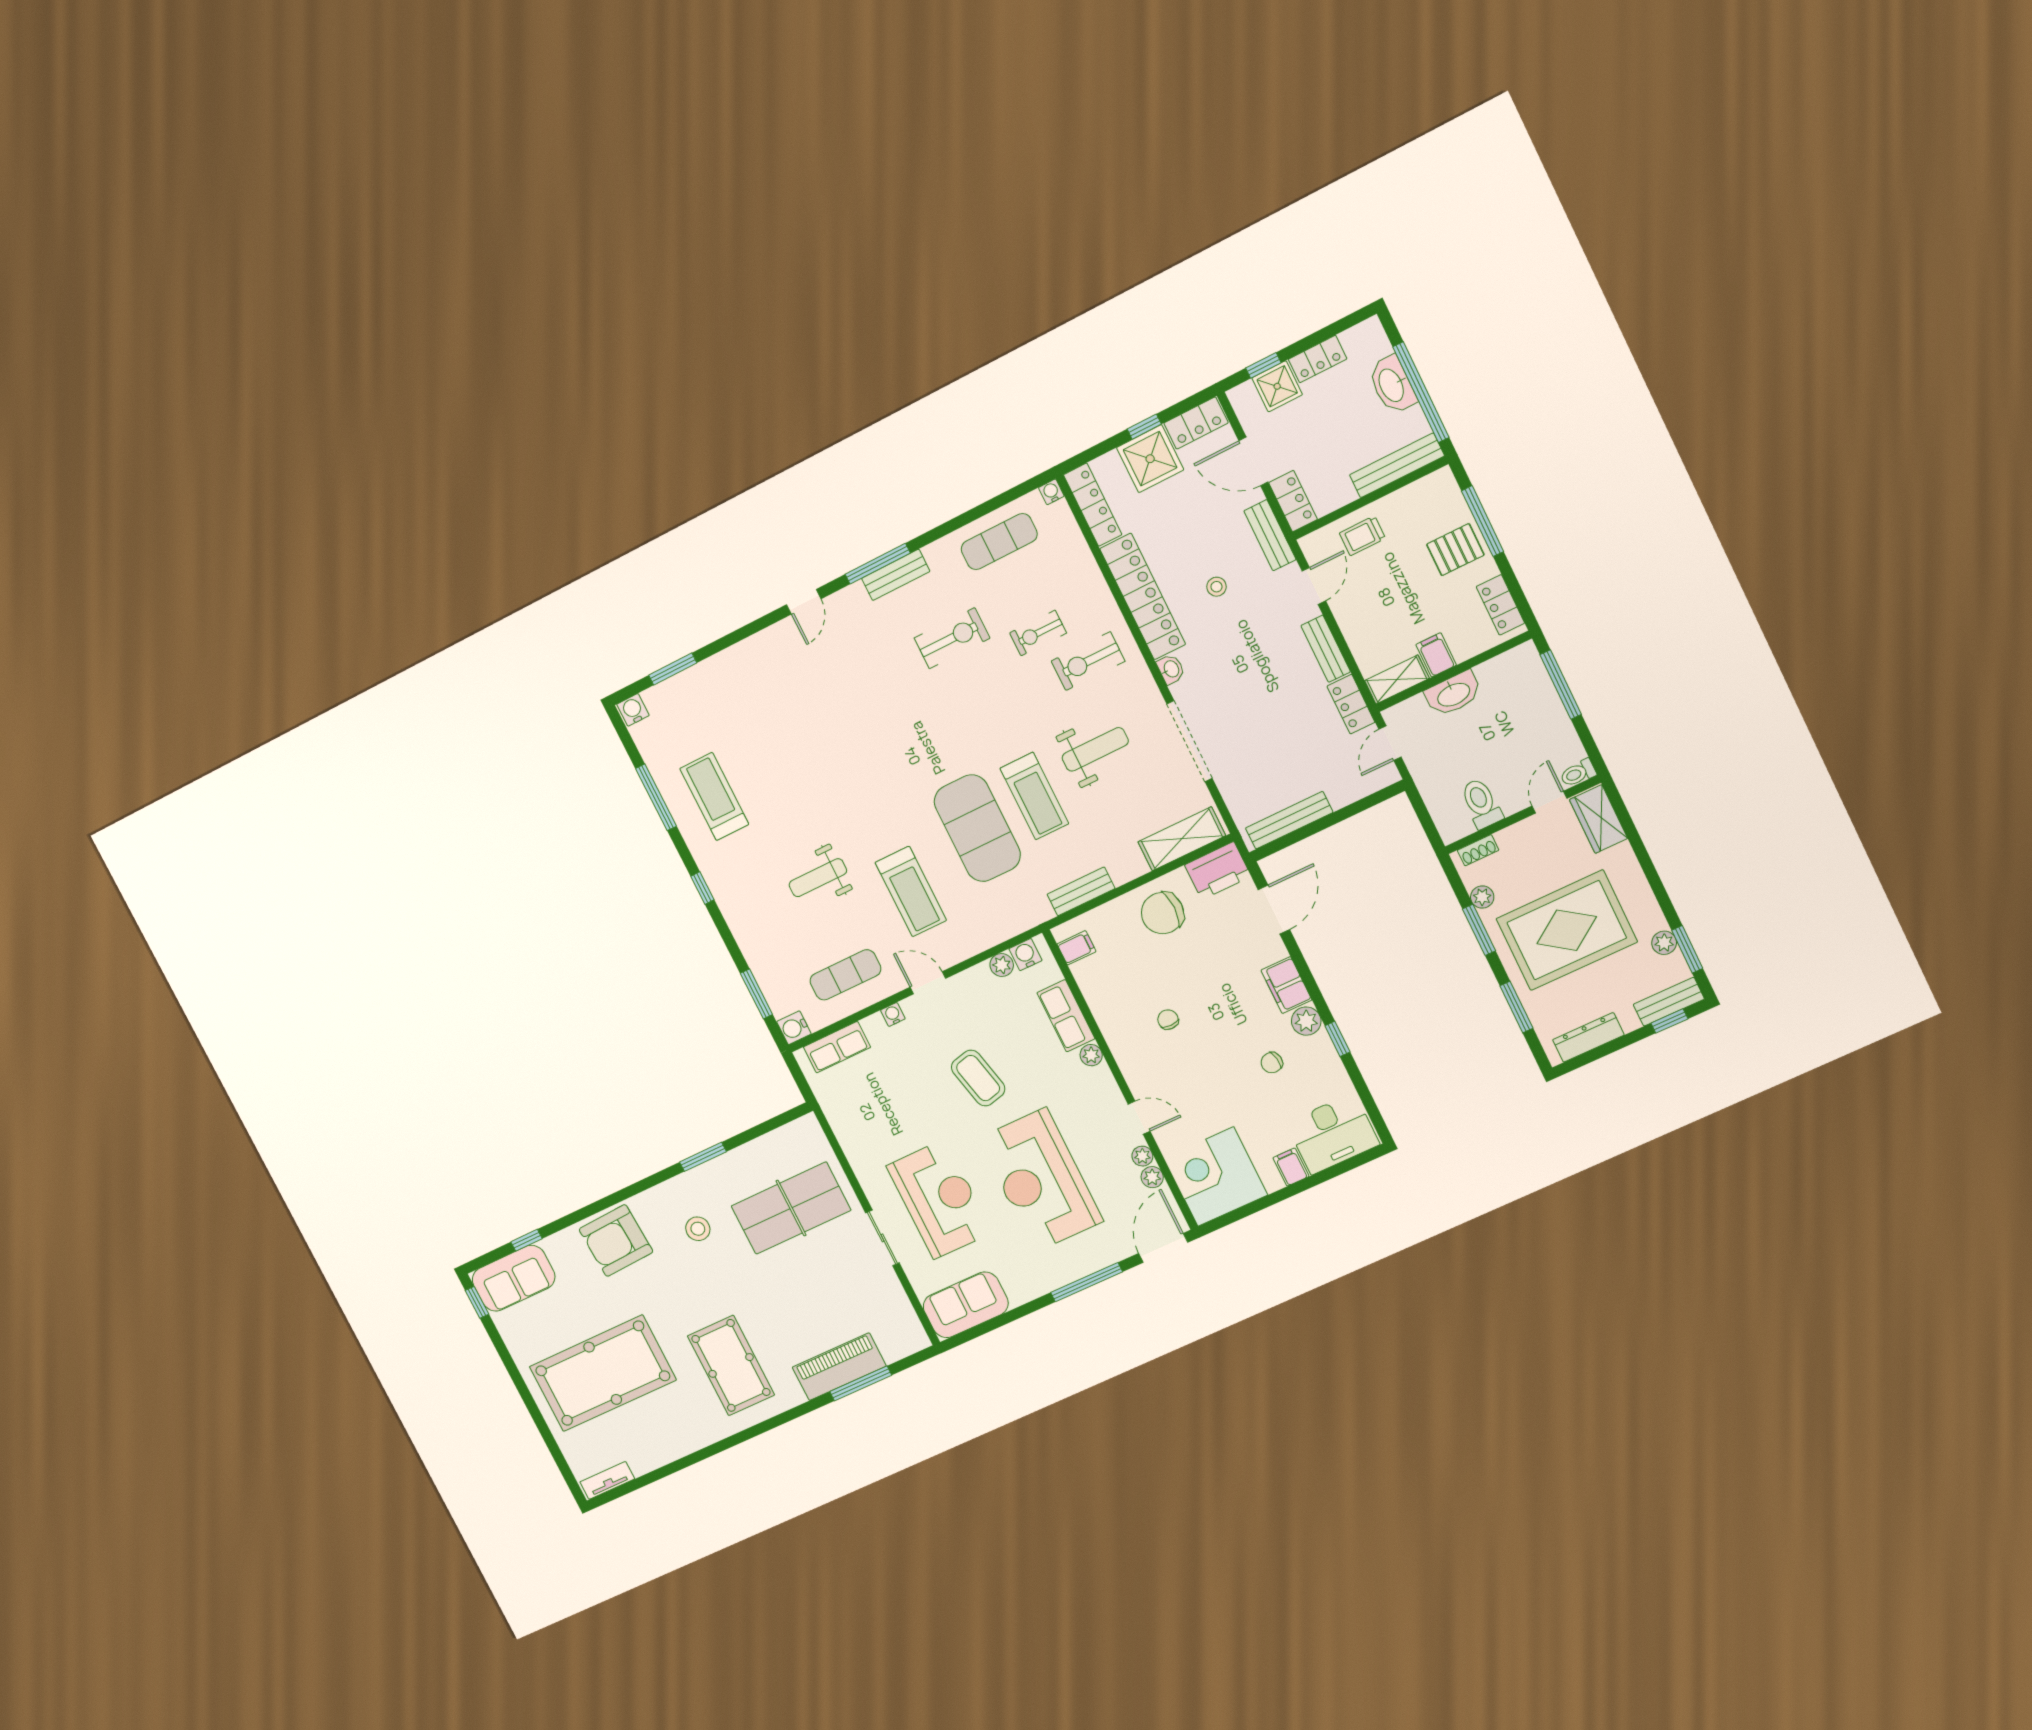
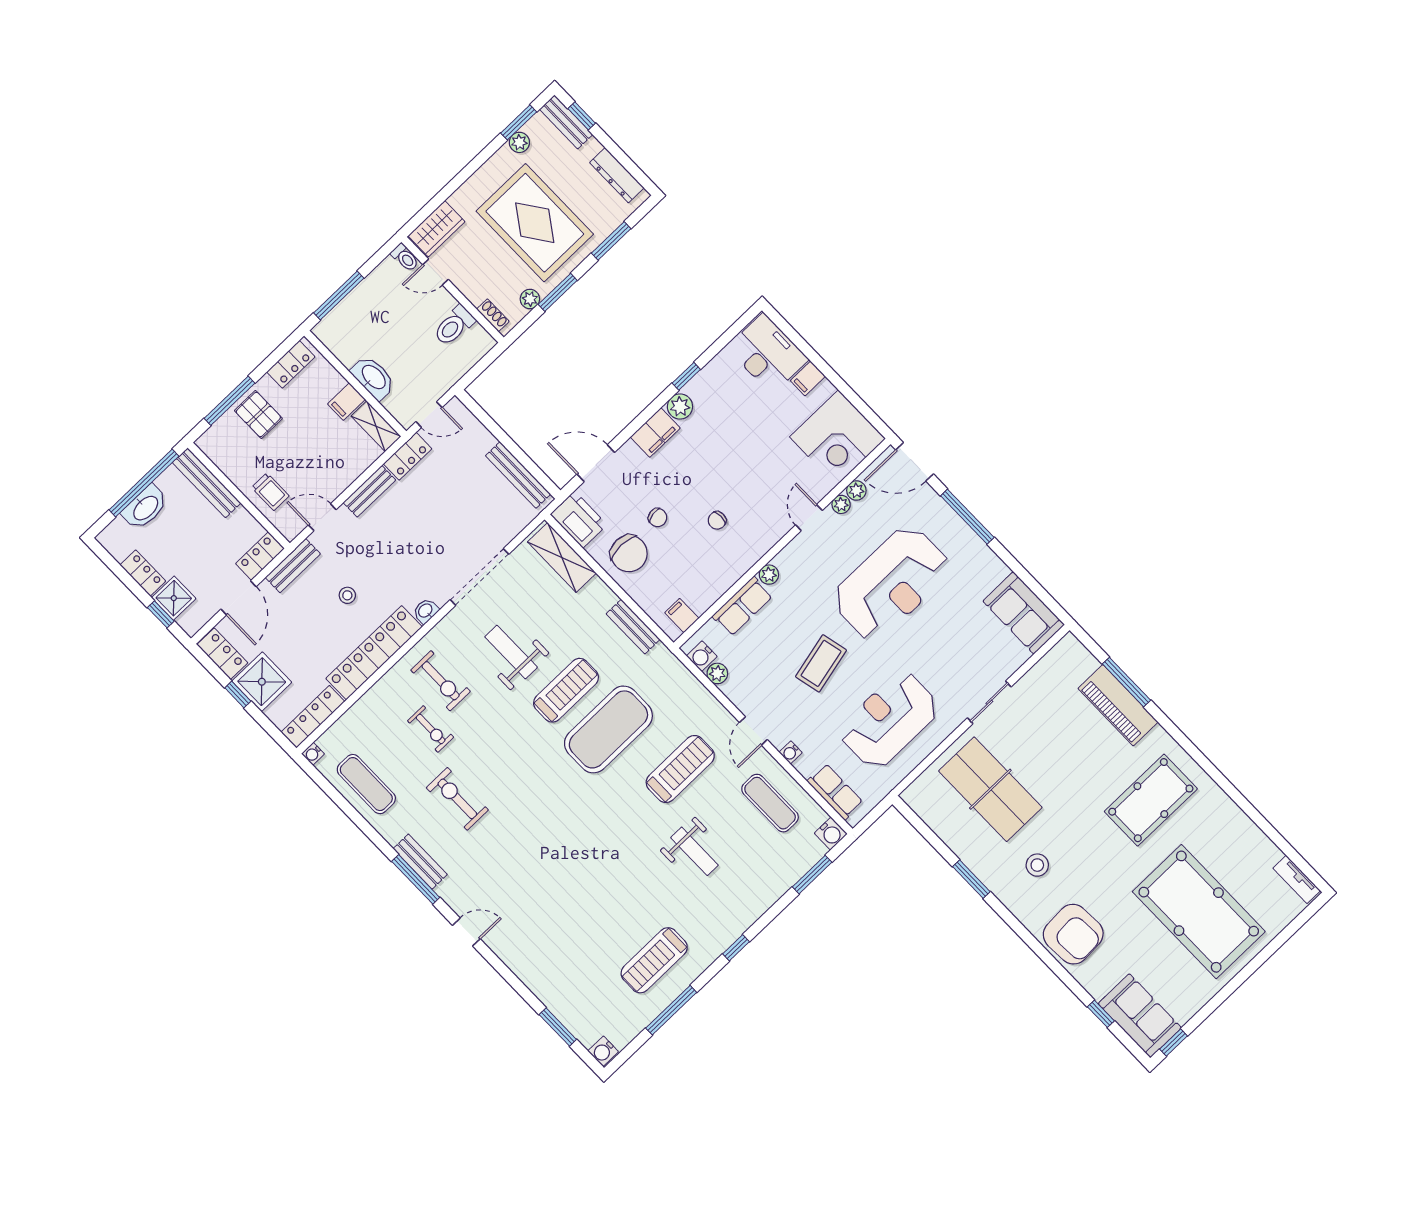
chair: (1272, 1063) -> (658, 518), moved
reception desk: (939, 1199) -> (889, 720), moved

